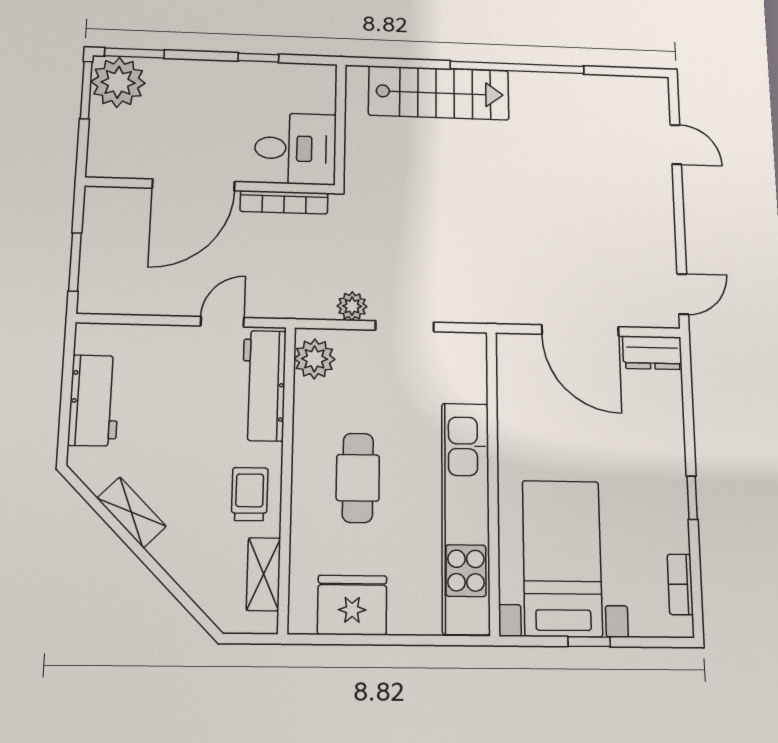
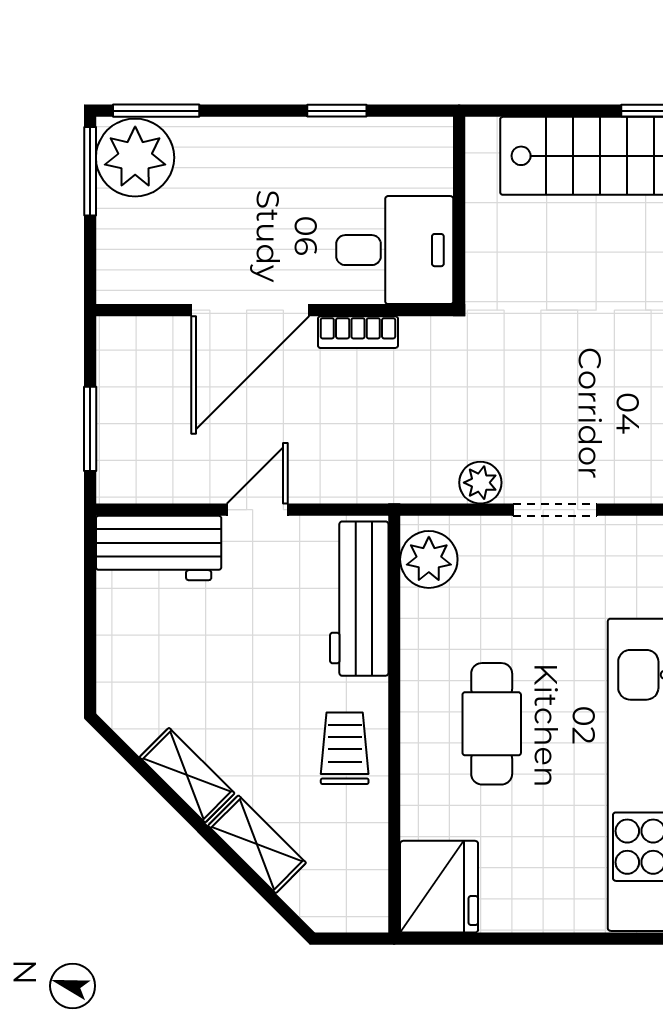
bookcase: (284, 202) -> (358, 332), width x0.64
door: (222, 322) -> (257, 510), moved
workbench: (94, 400) -> (159, 548), moved, turned 90
shelving: (264, 574) -> (257, 844), moved, turned -45
fridge: (352, 605) -> (439, 887), moved, turned 90

